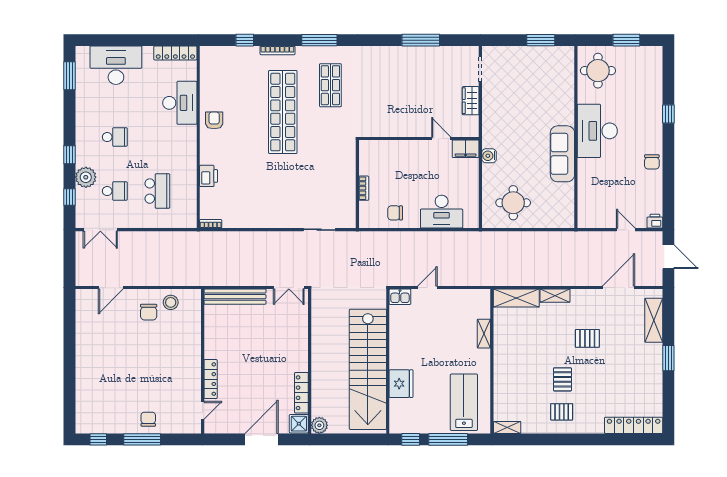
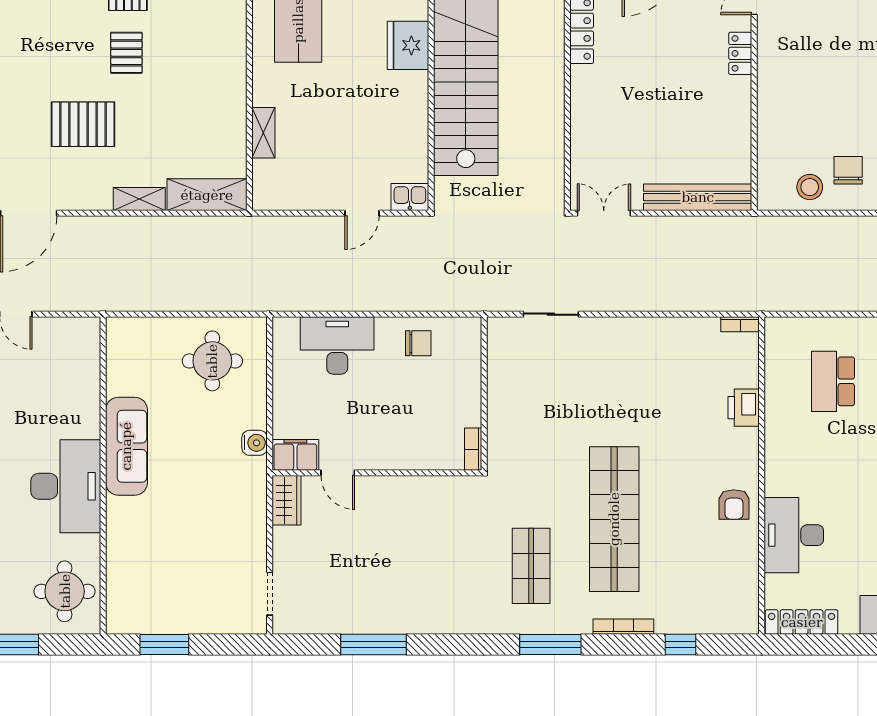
wardrobe: (471, 101) -> (287, 500), moved
bookcase: (364, 188) -> (473, 449), moved
pallet: (587, 338) -> (83, 124), width x1.50, depth x1.42
locker: (211, 379) -> (740, 53), width x0.66

